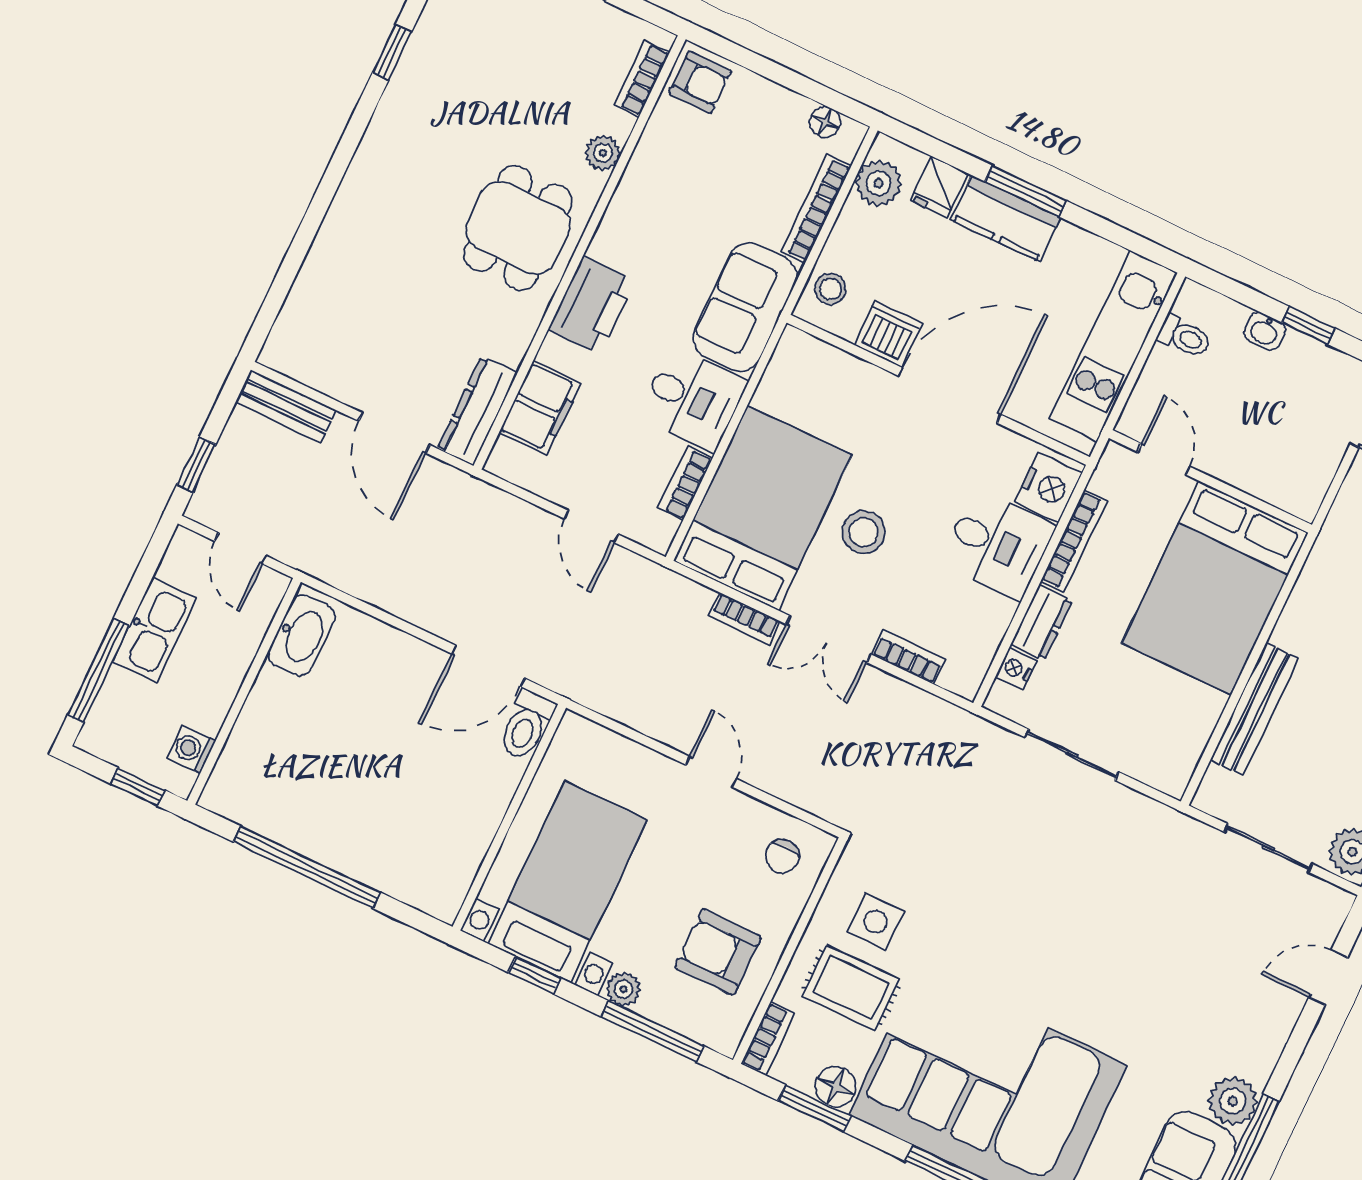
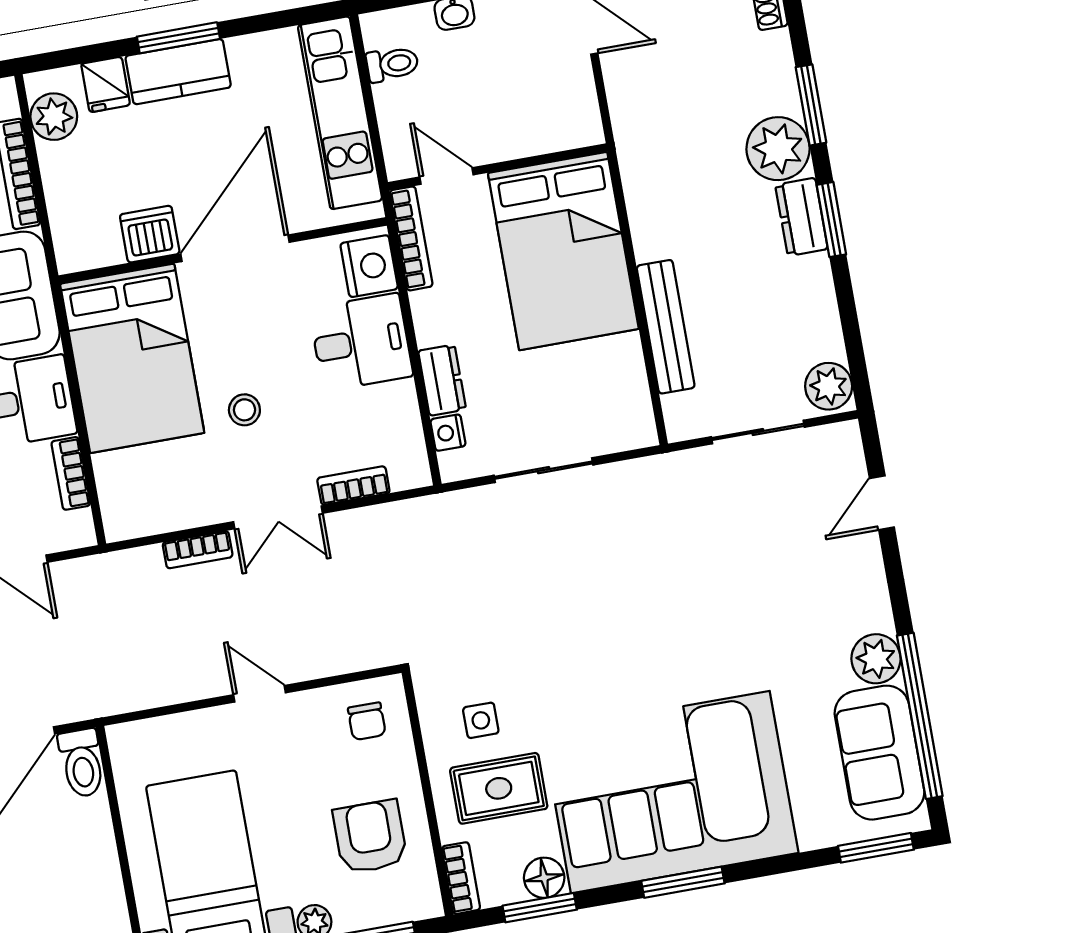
stool: (831, 289) -> (76, 231), removed
bed: (763, 508) -> (132, 358), moved, turned 180
stool: (864, 532) -> (244, 410), width x0.73, depth x0.73
bookcase: (1074, 541) -> (411, 238), moved
side table: (876, 922) -> (481, 720), width x0.73, depth x0.73
armchair: (718, 952) -> (370, 837), turned 90

